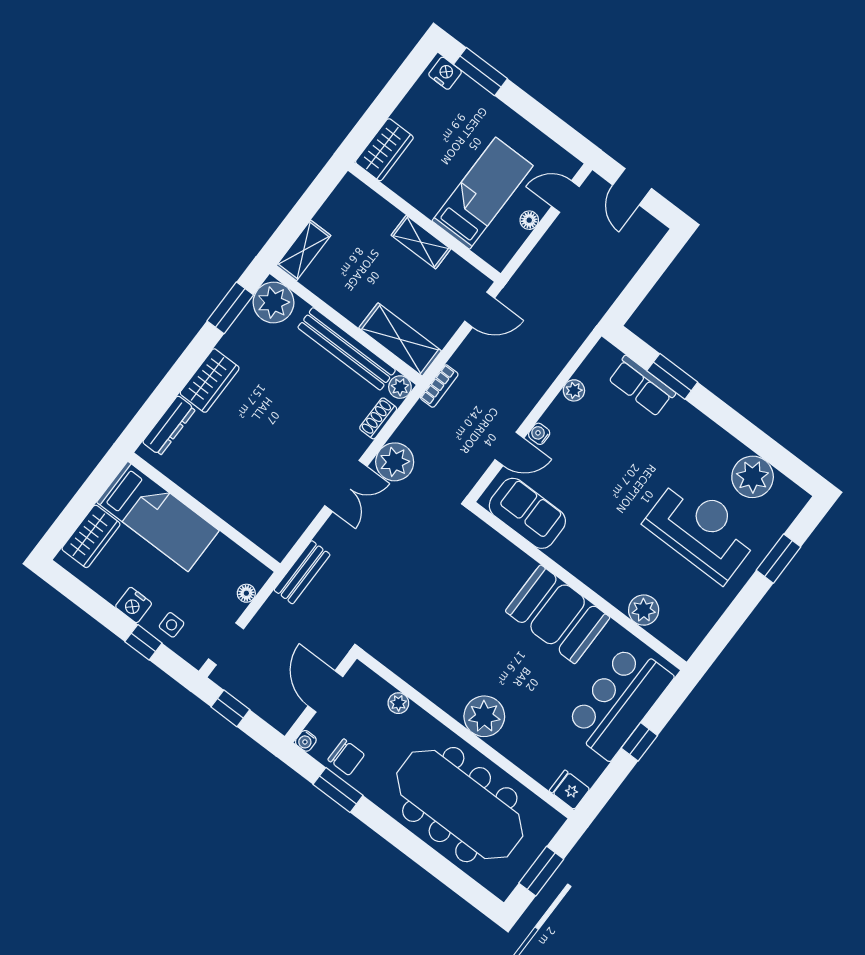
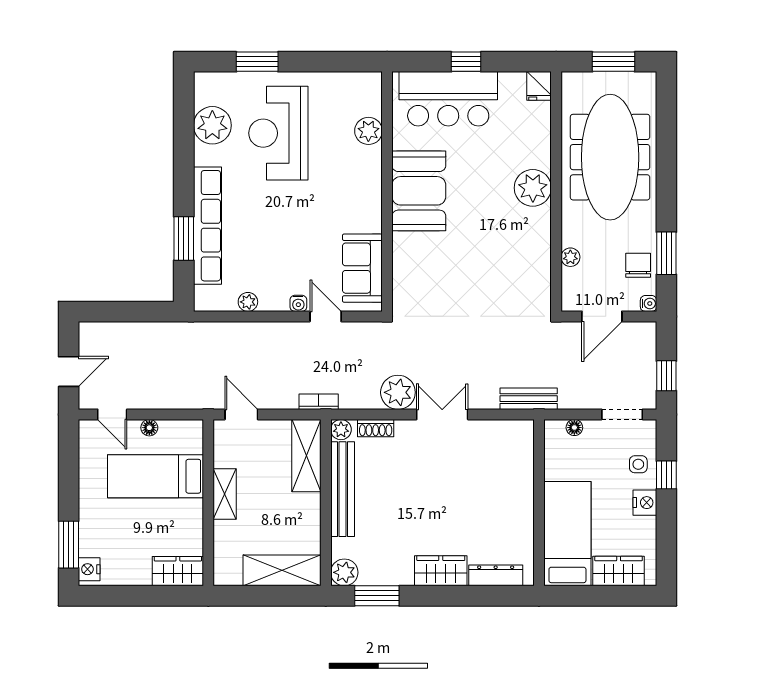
shelving: (304, 250) -> (282, 570), width x1.50, depth x1.33
plant: (273, 302) -> (344, 572), width x0.73, depth x0.73
row of seats: (642, 386) -> (208, 226), width x2.02

